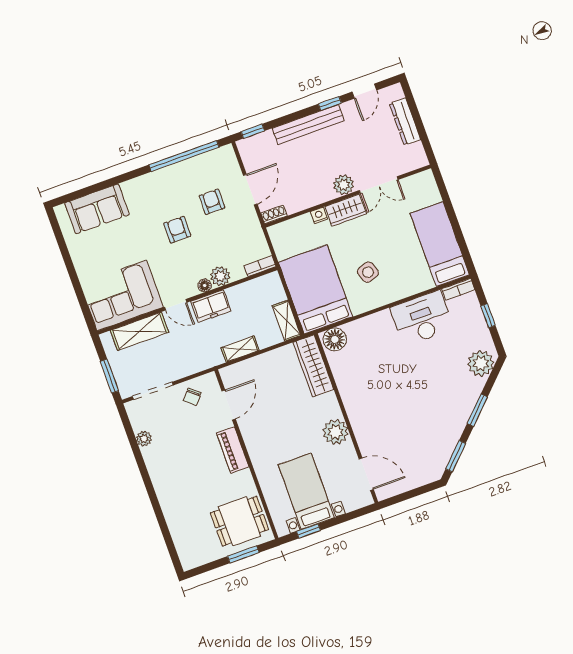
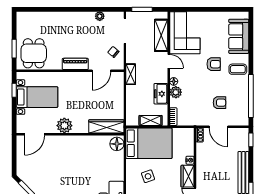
plant: (344, 185) -> (202, 180), removed
coffee table: (149, 192) -> (238, 69), added
armchair: (177, 230) -> (214, 64), moved
door: (176, 305) -> (169, 61), swing flipped
freezer: (211, 306) -> (161, 94), moved
shelving: (286, 321) -> (151, 120), moved
shelving: (240, 349) -> (131, 74), moved
door: (229, 405) -> (101, 71), hinge flipped

